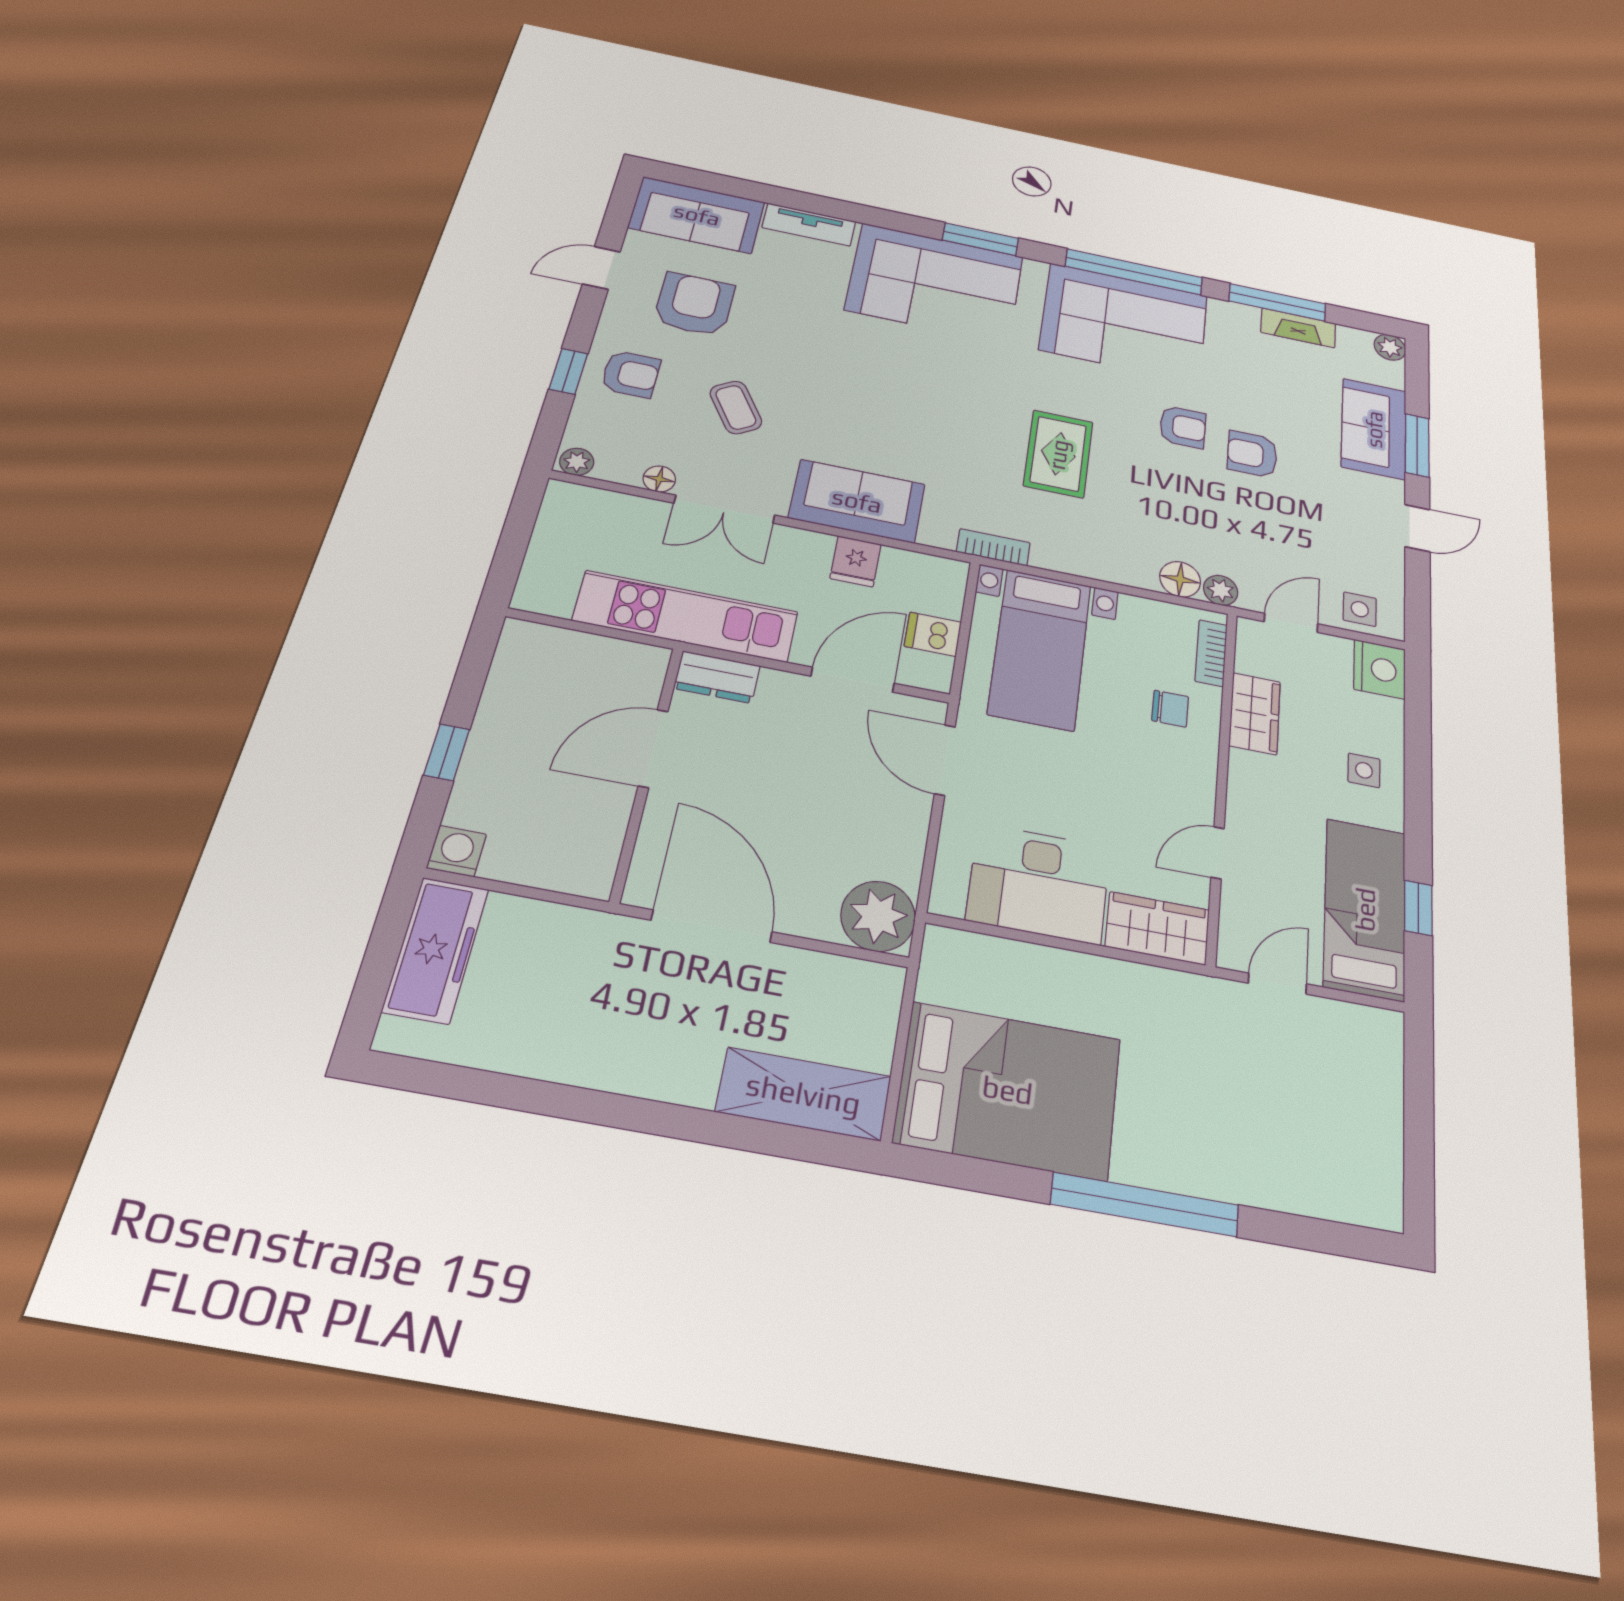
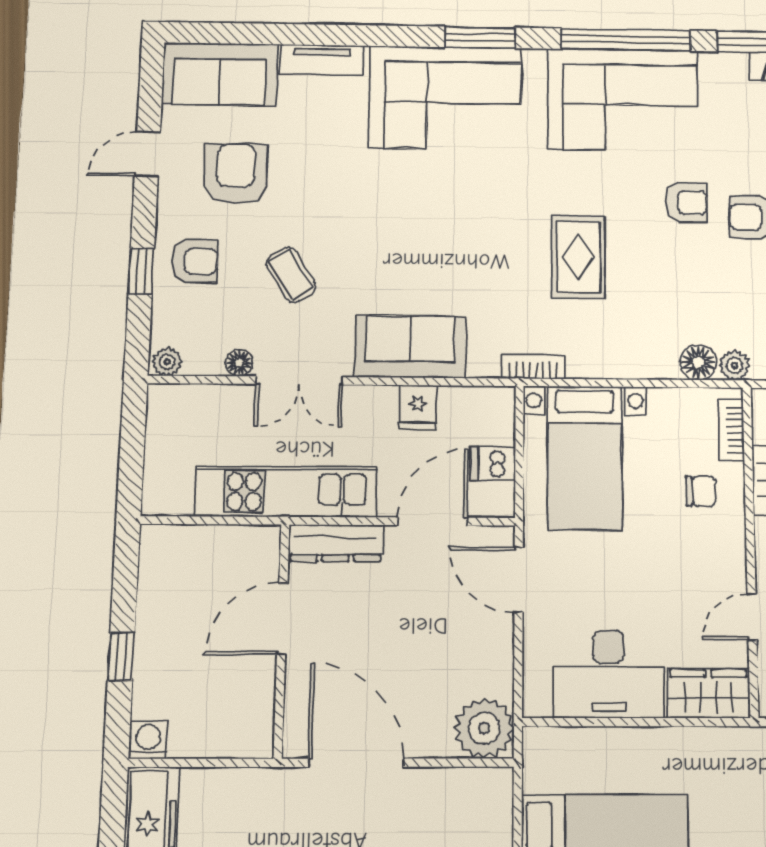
dresser: (717, 677) -> (336, 543), width x1.44

